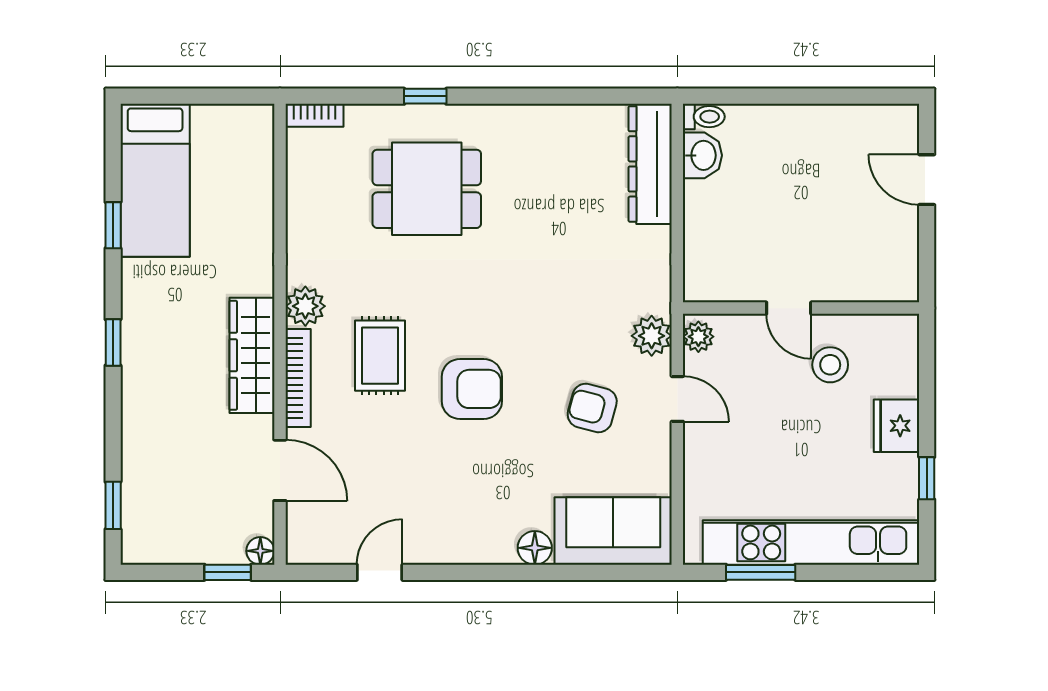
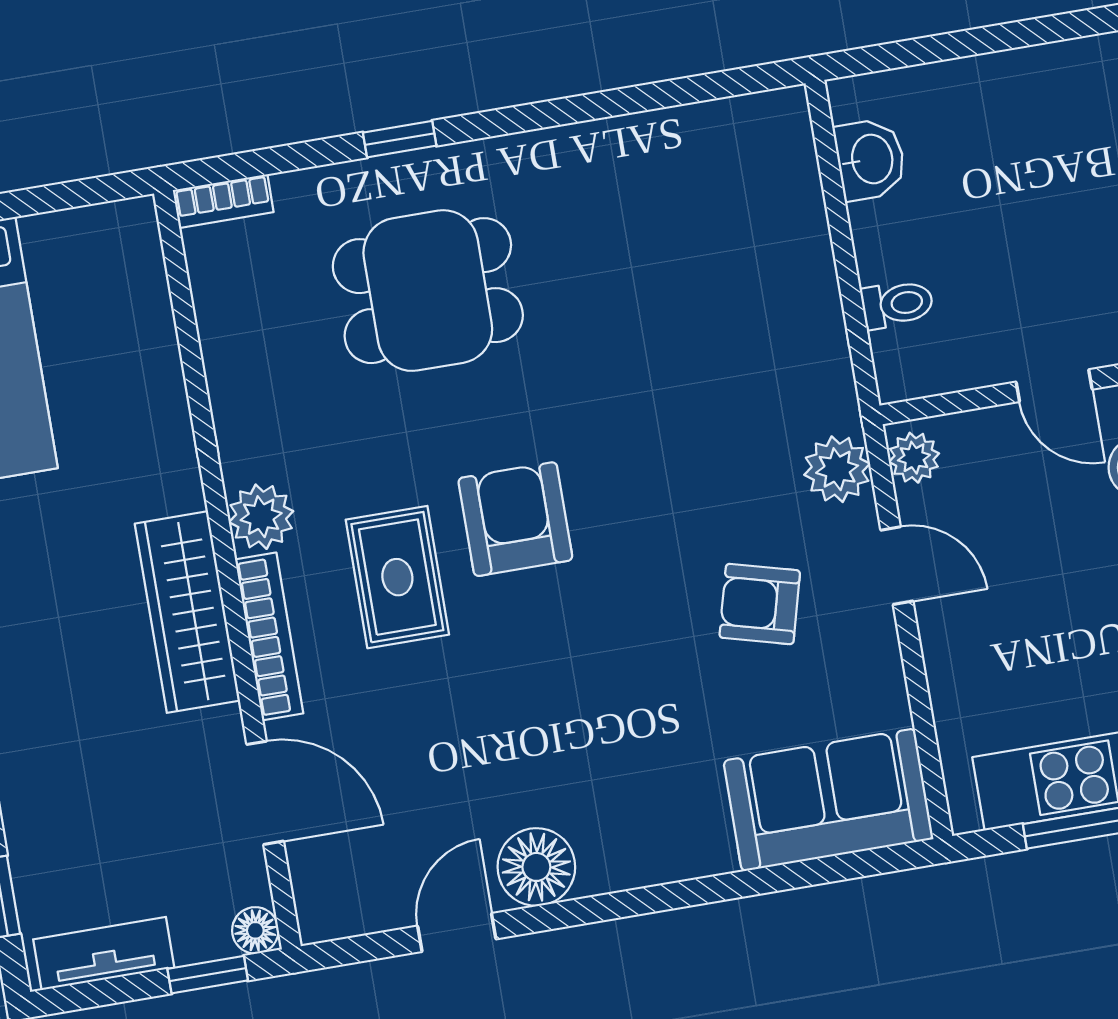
toilet: (704, 117) -> (897, 304), moved
dresser: (650, 164) -> (787, 188), removed
armchair: (472, 389) -> (515, 519), moved, turned -90
floor lamp: (535, 548) -> (536, 867), moved, width x1.38, depth x1.38
tv unit: (168, 549) -> (104, 953), added

